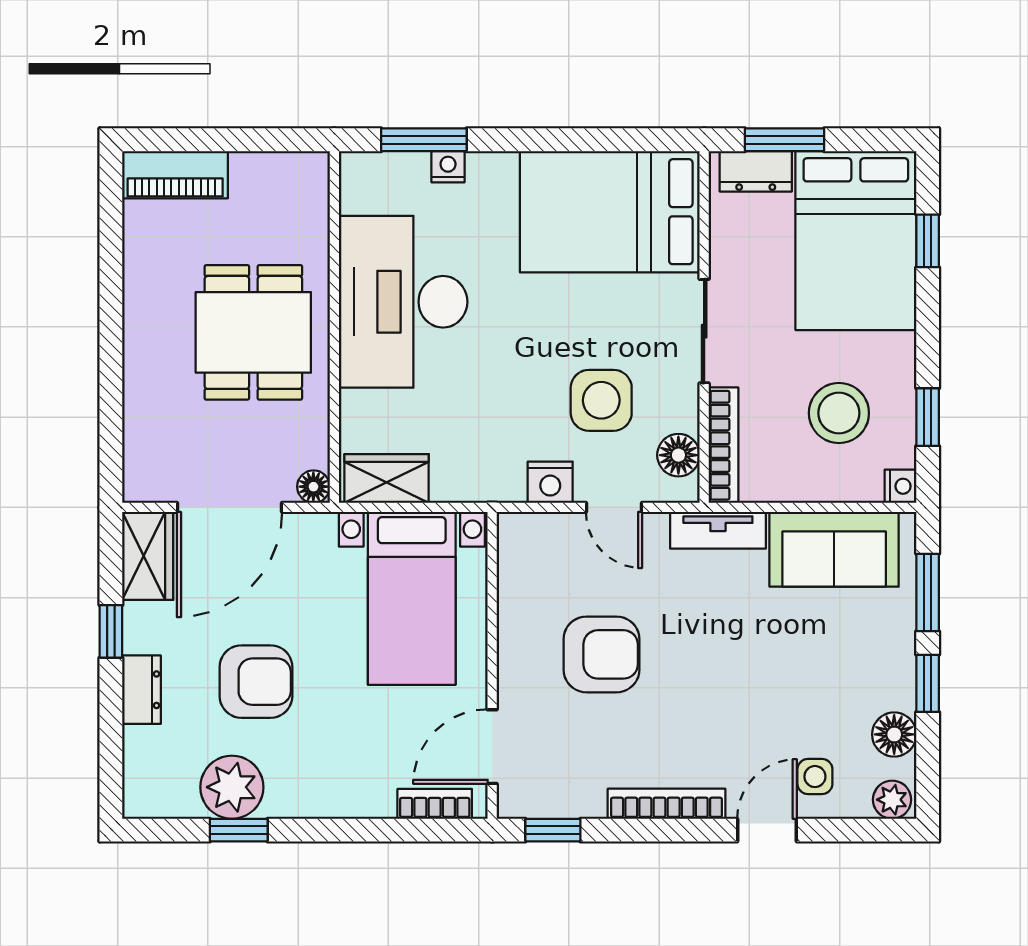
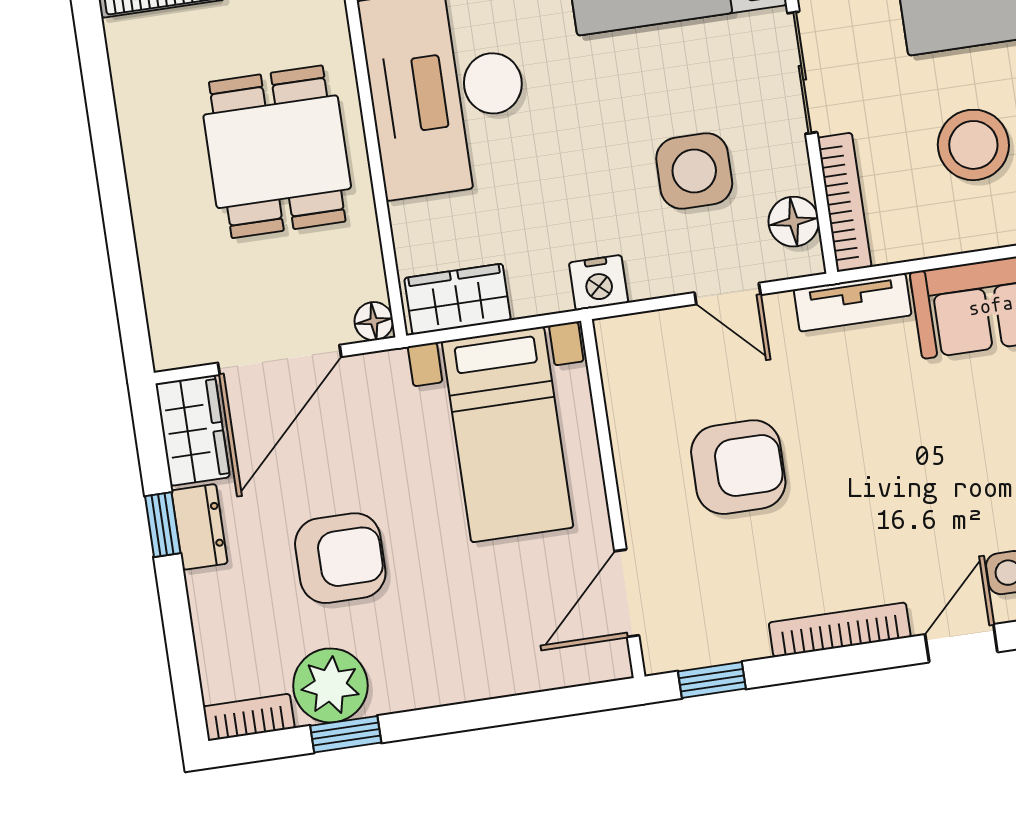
nightstand: (550, 482) -> (599, 283), moved
dresser: (141, 690) -> (199, 527), moved
bookcase: (435, 804) -> (249, 717), moved

